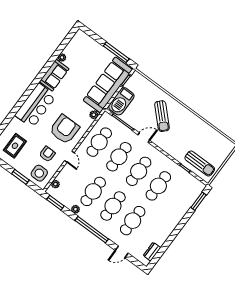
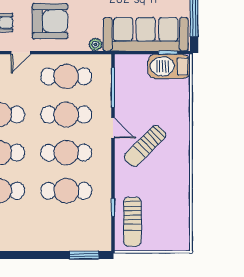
barbecue: (121, 101) -> (169, 66), moved
sun lounger: (162, 116) -> (145, 146), moved

